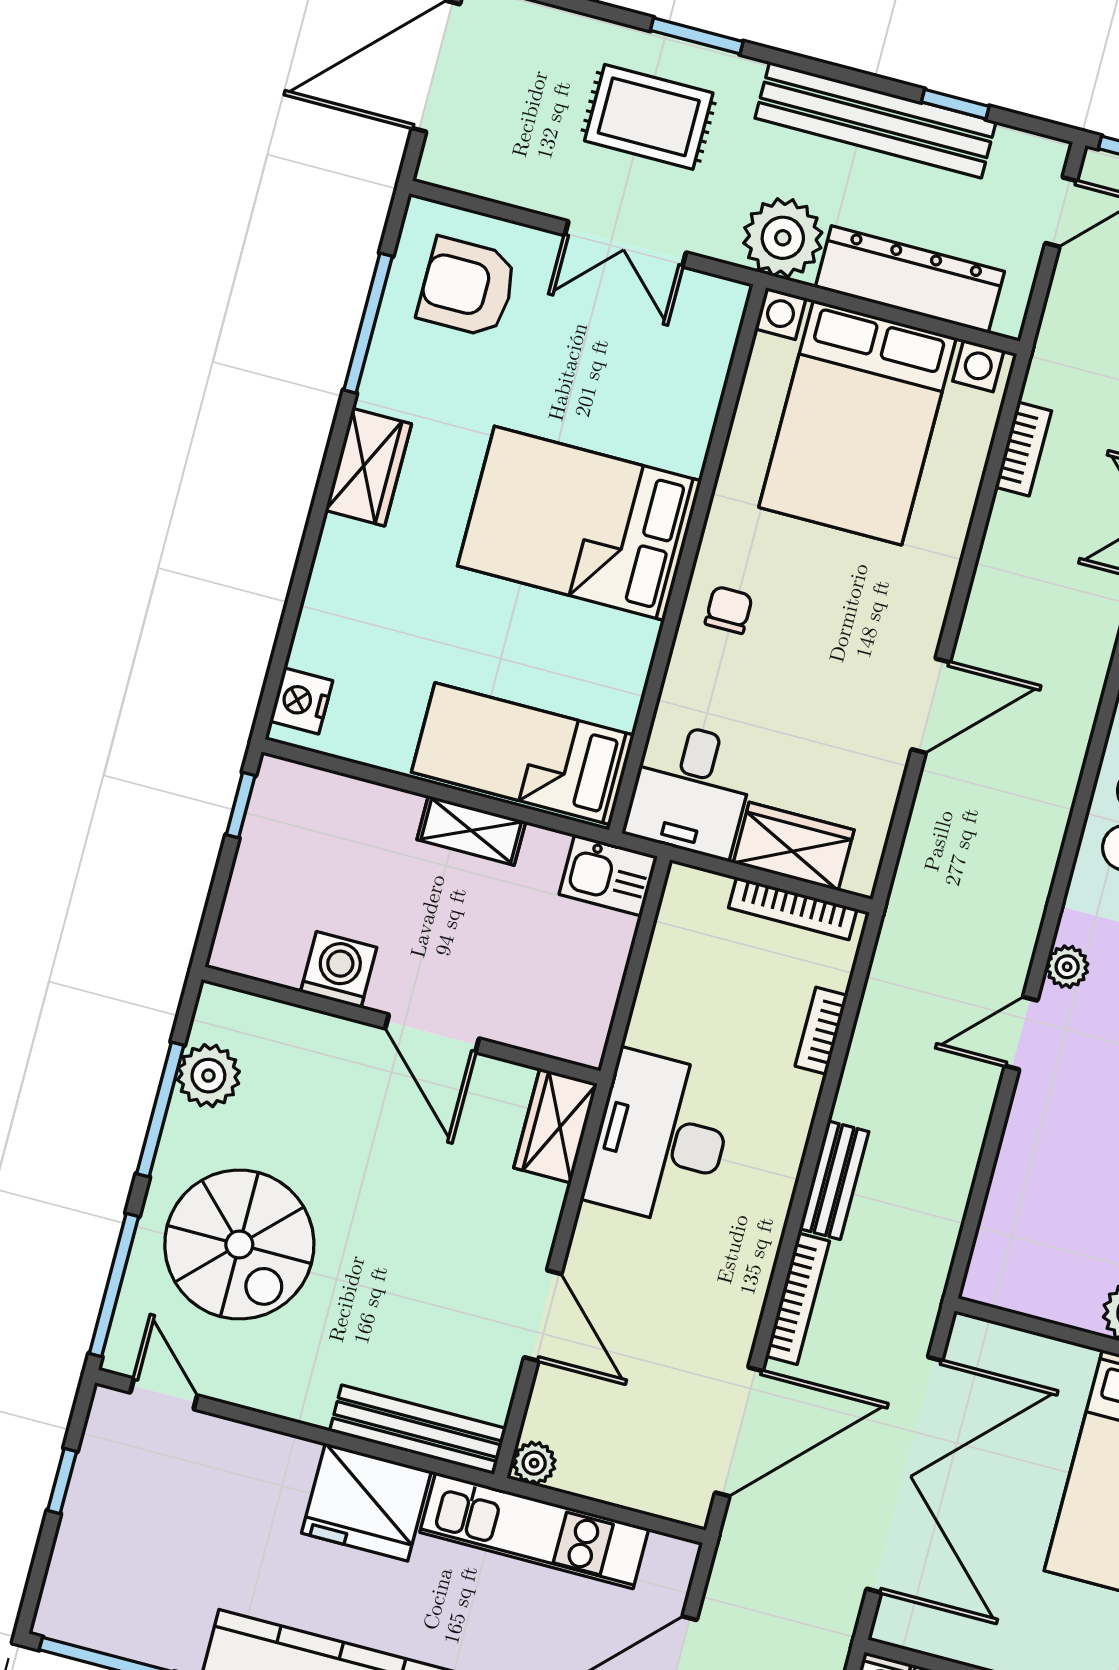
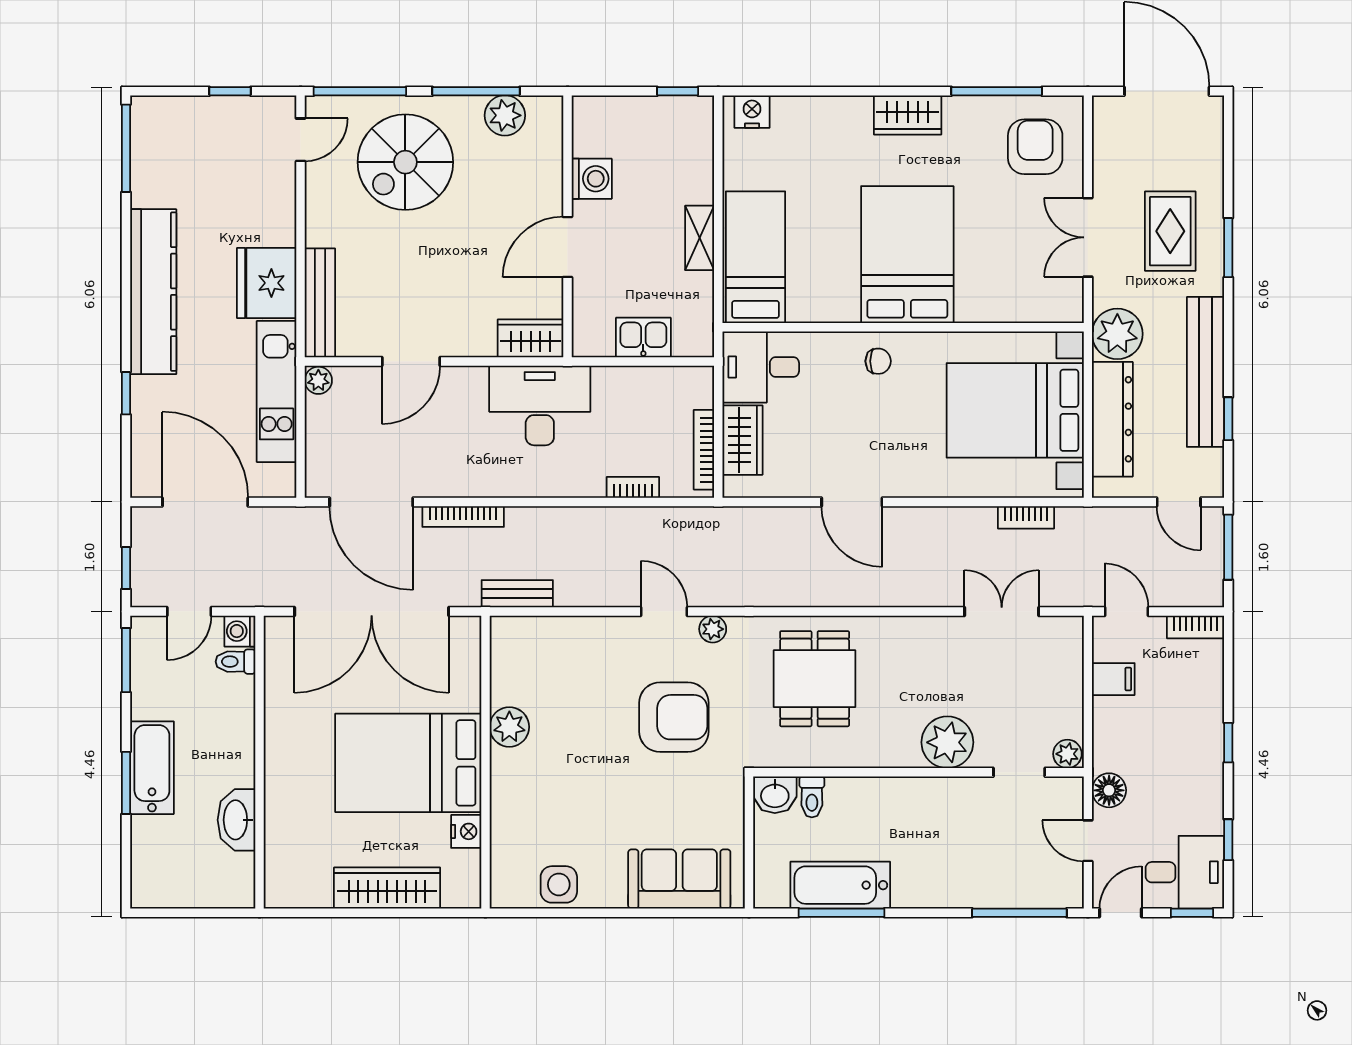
kitchen sink: (608, 875) -> (643, 338), moved, turned 90
bench: (834, 1180) -> (517, 594), moved

